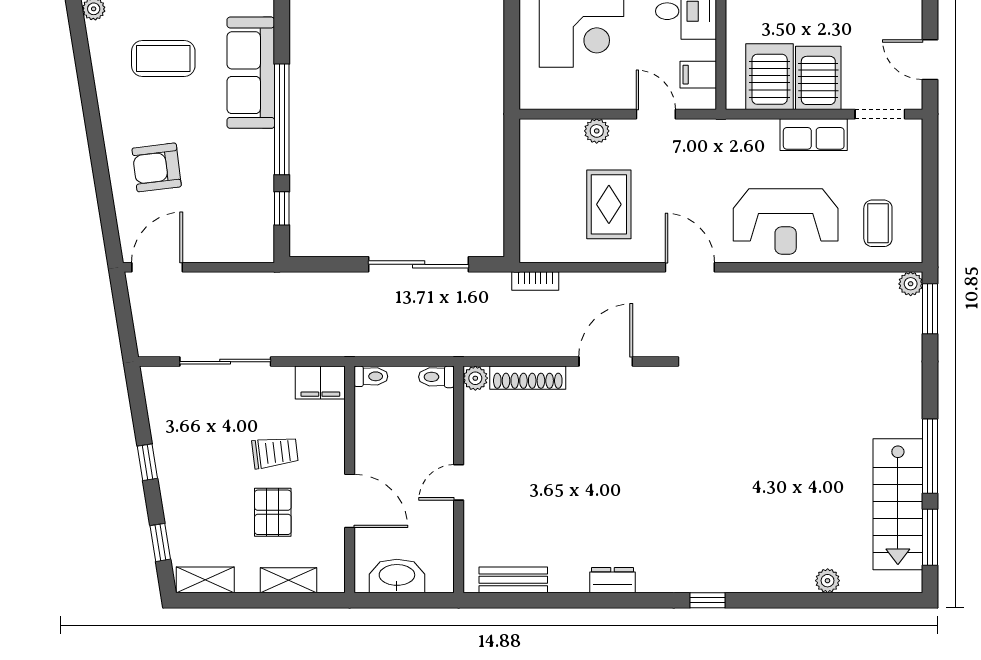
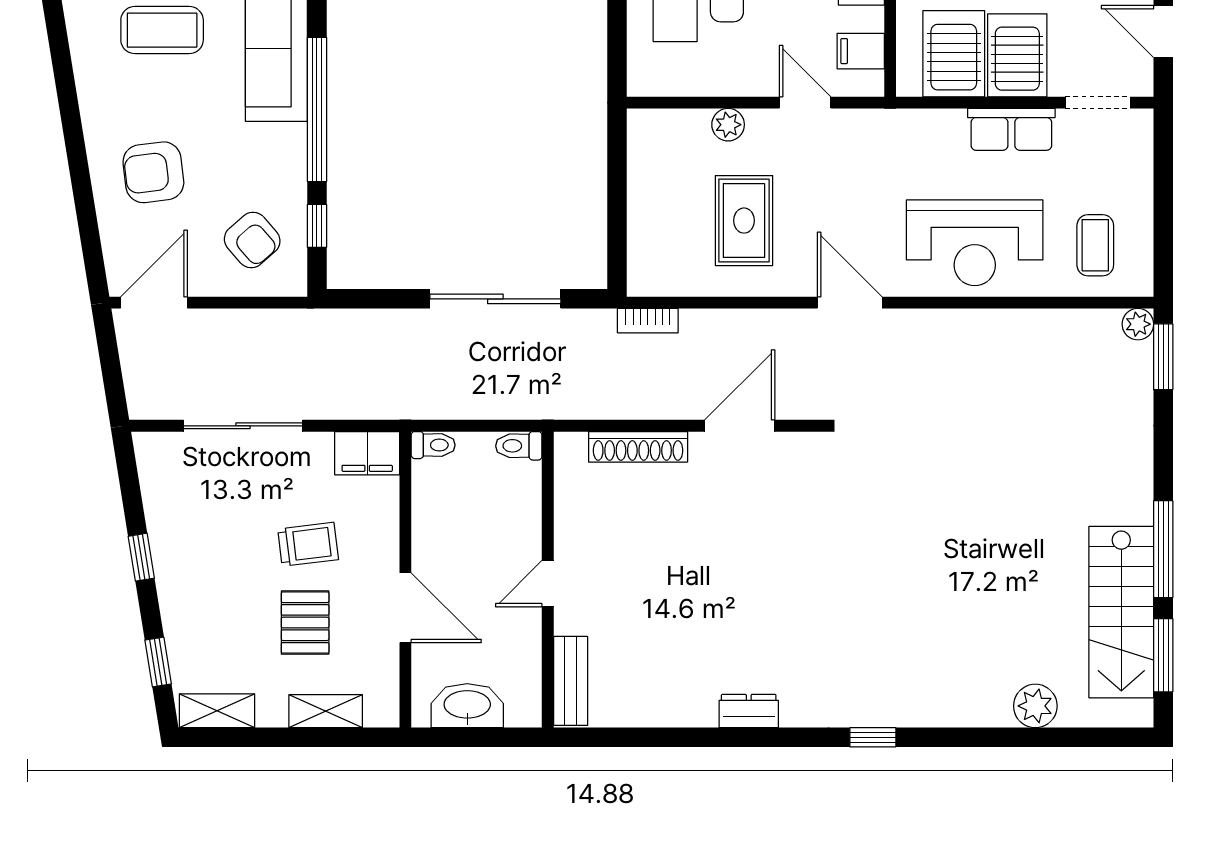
armchair: (232, 219) -> (252, 240), added
plant: (475, 378) -> (569, 448), removed
bench: (513, 580) -> (571, 681), moved, turned 90
plant: (828, 581) -> (1035, 706), width x1.38, depth x1.38

